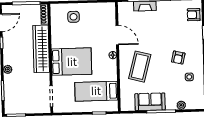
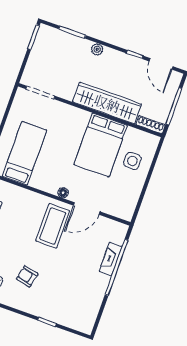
armchair: (194, 15) -> (75, 318), removed
bed: (72, 62) -> (101, 145), moved
coffee table: (140, 67) -> (53, 226), moved, turned 75

